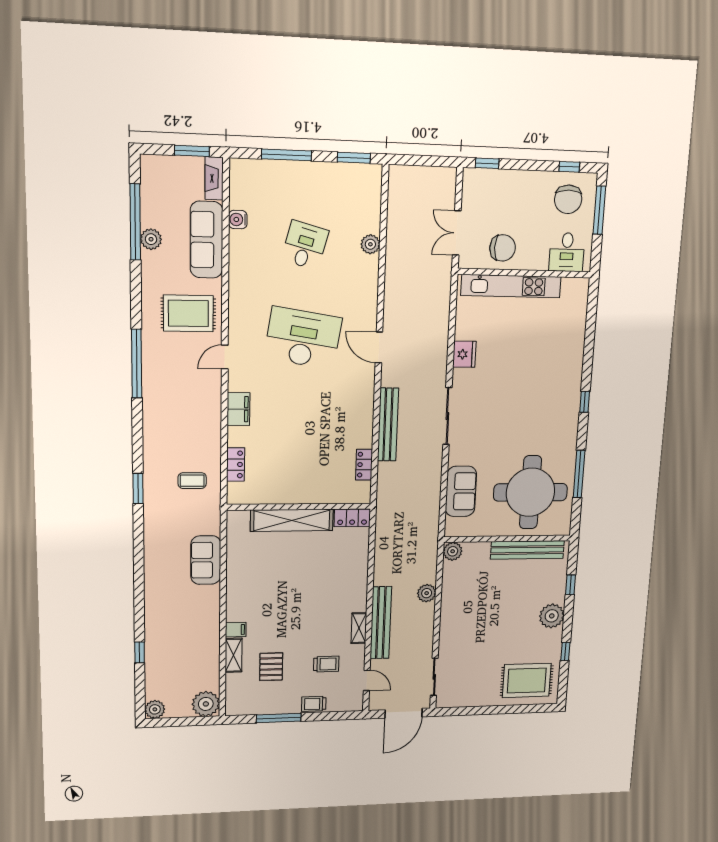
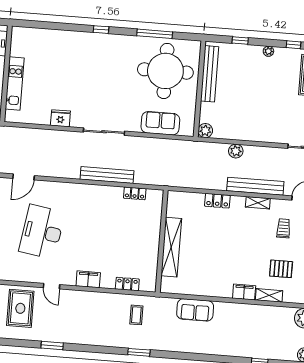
kitchen unit: (511, 286) -> (15, 83), width x0.73
door: (379, 347) -> (24, 177), moved
window: (137, 364) -> (52, 346), width x0.47
locker: (352, 518) -> (217, 201), moved, turned 90
plant: (552, 616) -> (268, 51), width x0.53, depth x0.53
filing cabinet: (236, 630) -> (244, 292), width x2.00

